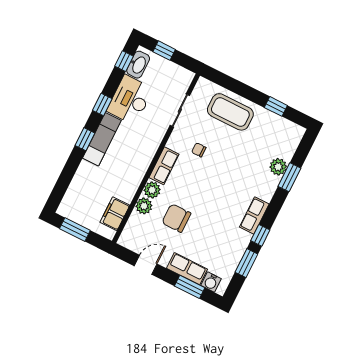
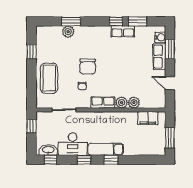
window: (164, 51) -> (32, 126), moved
row of seats: (254, 216) -> (123, 31), moved
chair: (176, 218) -> (88, 67), moved

